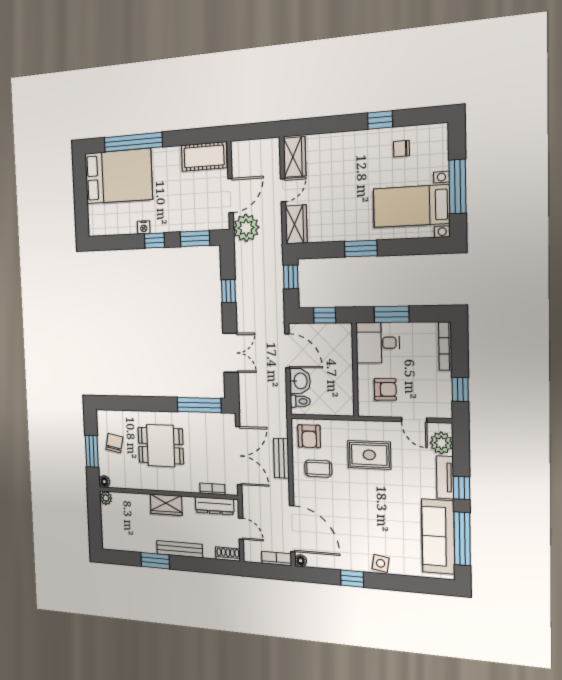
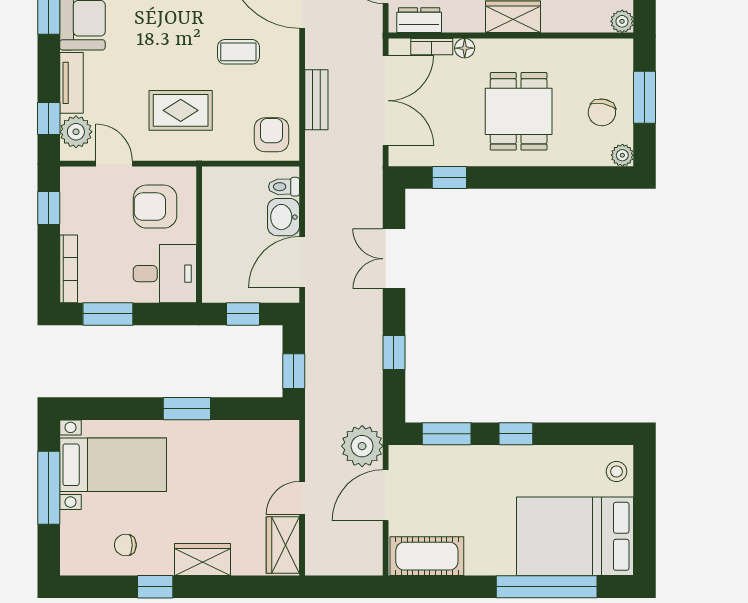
chair: (401, 149) -> (125, 545), turned 180
stool: (97, 219) -> (616, 472), added
wardrobe: (296, 224) -> (202, 560), moved, turned 90
nightstand: (144, 227) -> (534, 455), removed
window: (392, 314) -> (108, 314), moved
door: (287, 351) -> (302, 262), hinge flipped
armchair: (385, 389) -> (155, 207), width x1.38, depth x1.38
window: (199, 405) -> (449, 178), width x0.46
plant: (102, 416) -> (622, 155), added
dining table: (161, 446) -> (519, 111), turned 90
double door: (239, 456) -> (386, 101), swing flipped
coffee table: (318, 469) -> (238, 52), moved
floor lamp: (104, 482) -> (465, 48), moved
window: (461, 488) -> (49, 119), moved
dresser: (215, 506) -> (419, 20), width x0.70

